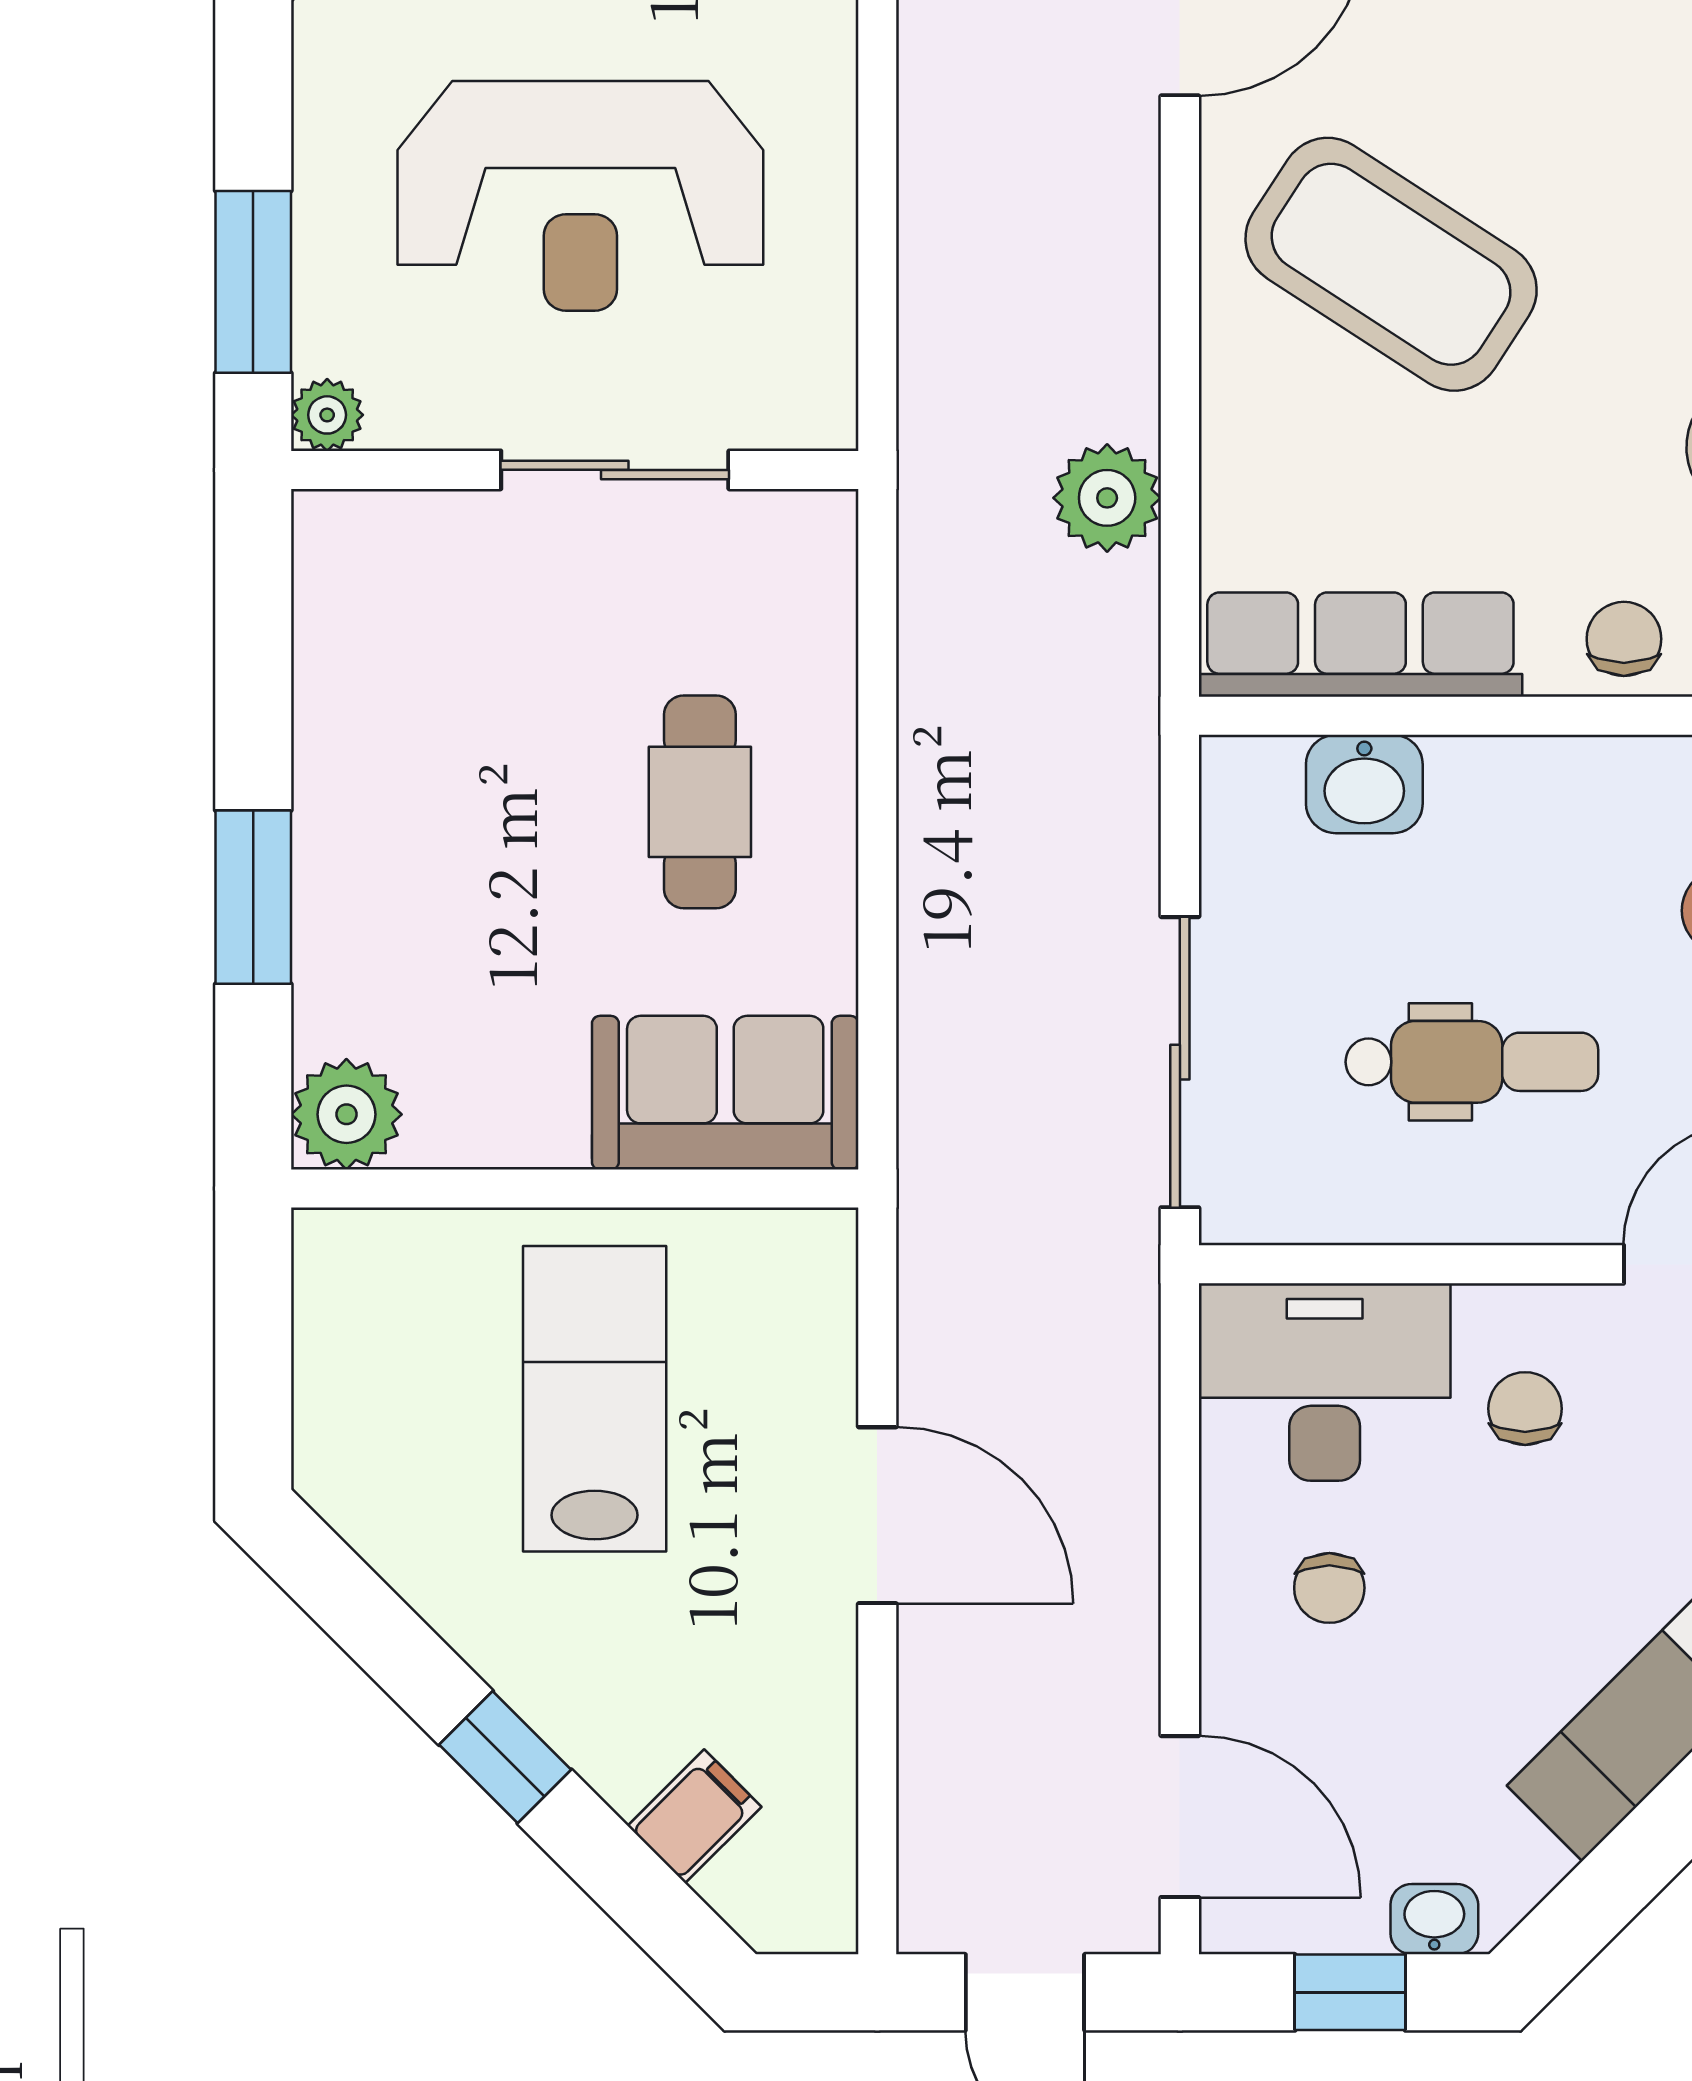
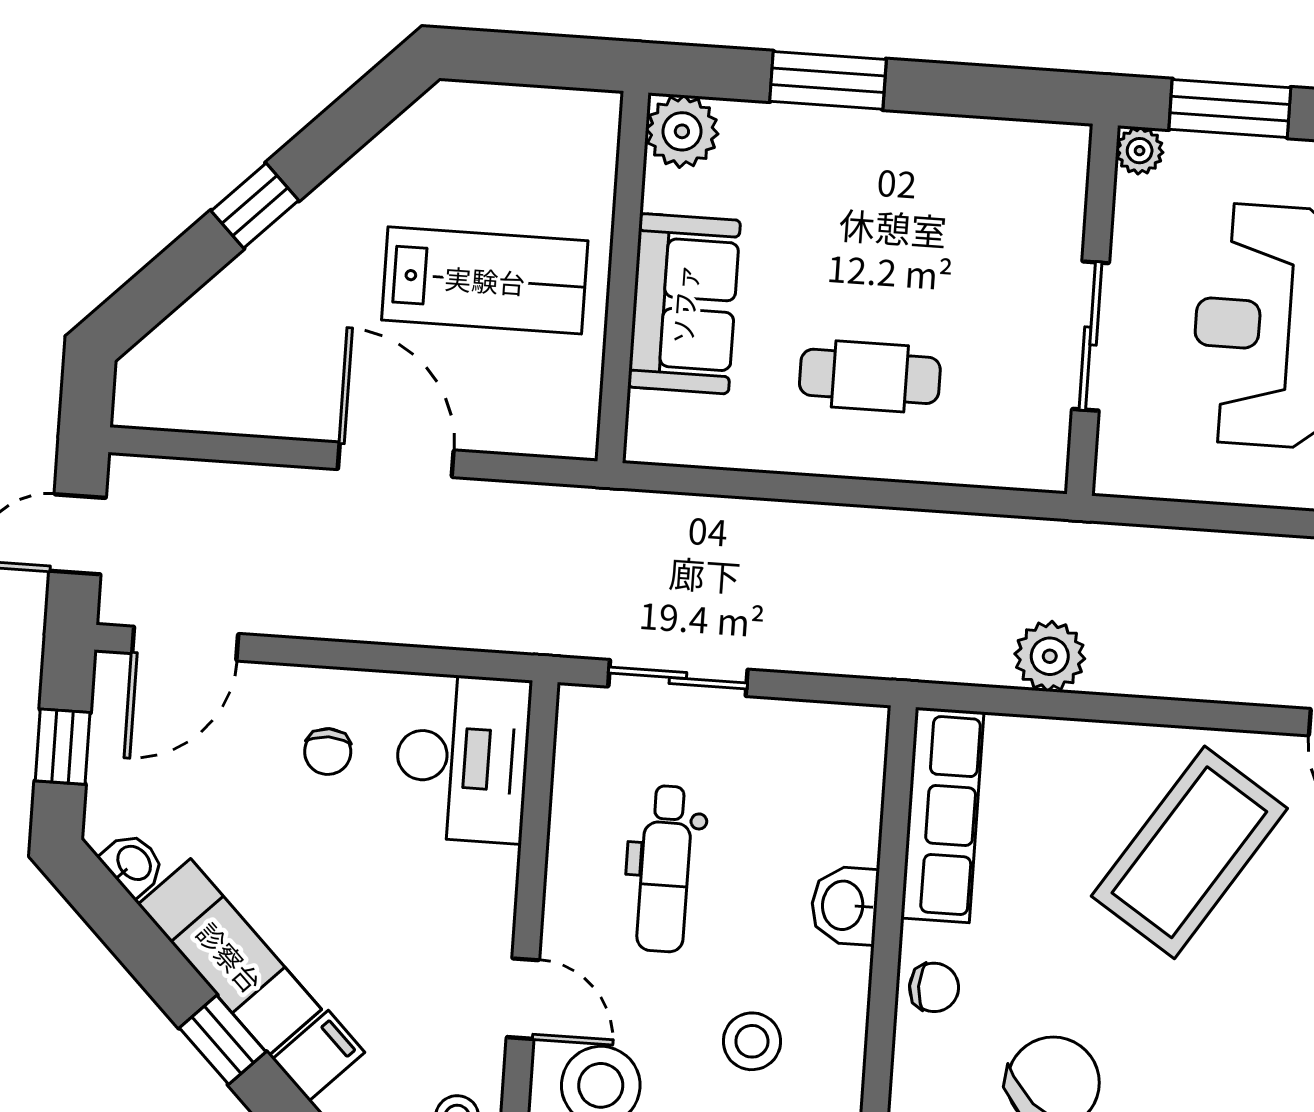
washbasin: (1364, 784) -> (845, 905), moved
sliding door: (1180, 1062) -> (678, 678), width x0.73
sofa: (725, 1093) -> (684, 304), moved
chair: (1525, 1409) -> (436, 888), removed
door: (877, 1515) -> (396, 460), swing flipped
chair: (1329, 1588) -> (328, 752), turned -90
filing cabinet: (695, 1816) -> (208, 327), removed
washbasin: (1434, 1919) -> (133, 864), moved, turned -45

